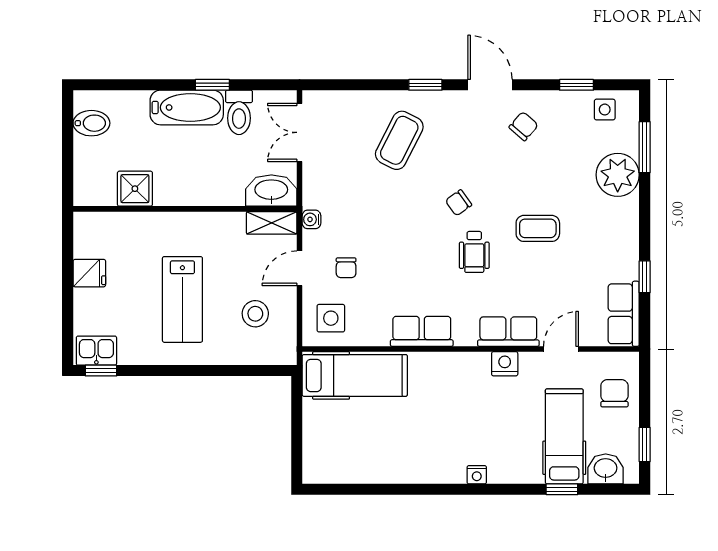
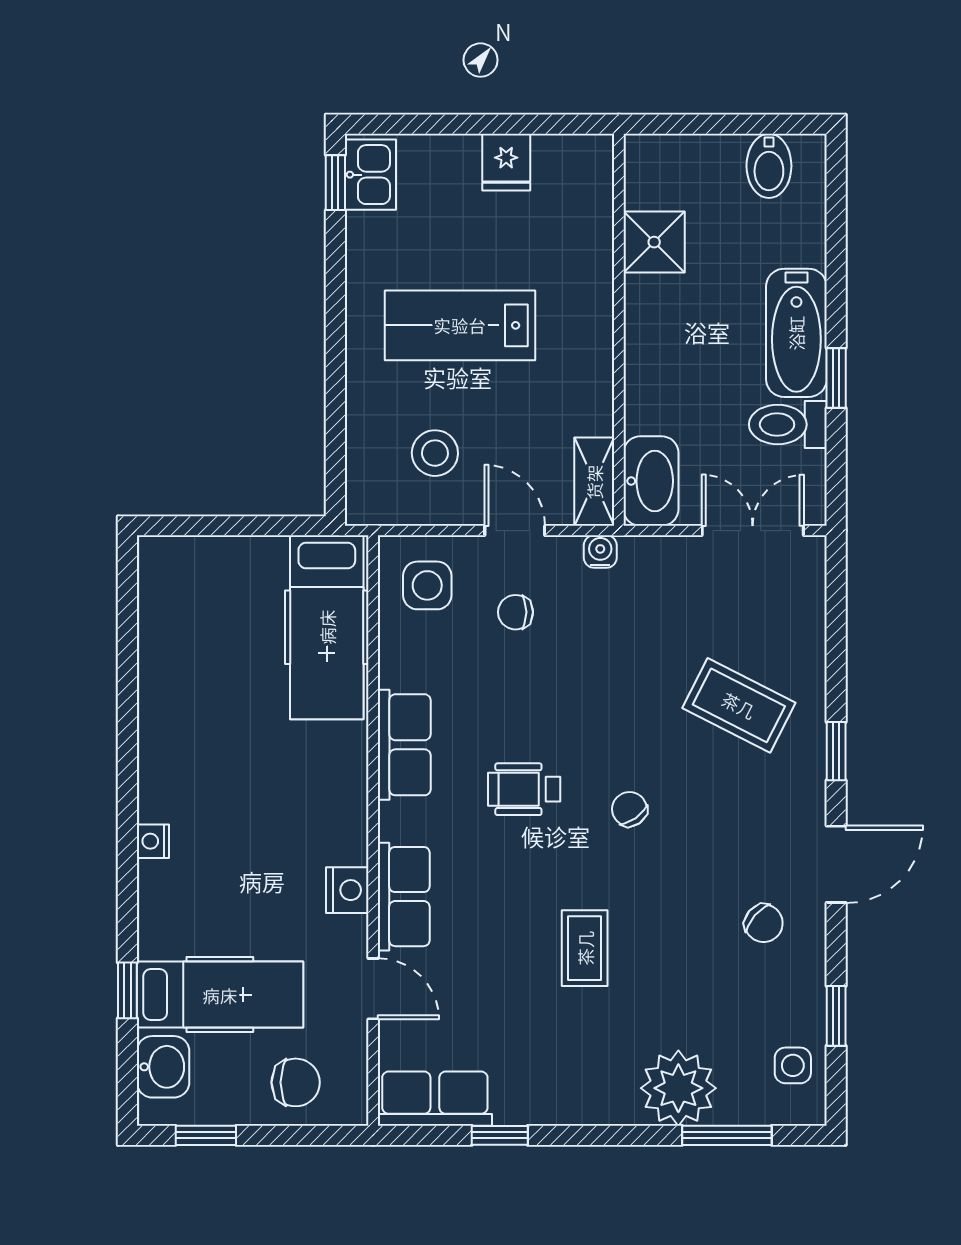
wheelchair: (474, 252) -> (524, 789), moved

